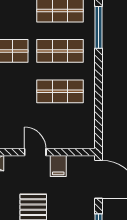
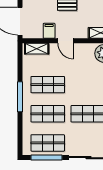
window: (98, 27) -> (20, 97), moved
shelving: (75, 141) -> (37, 49), added

